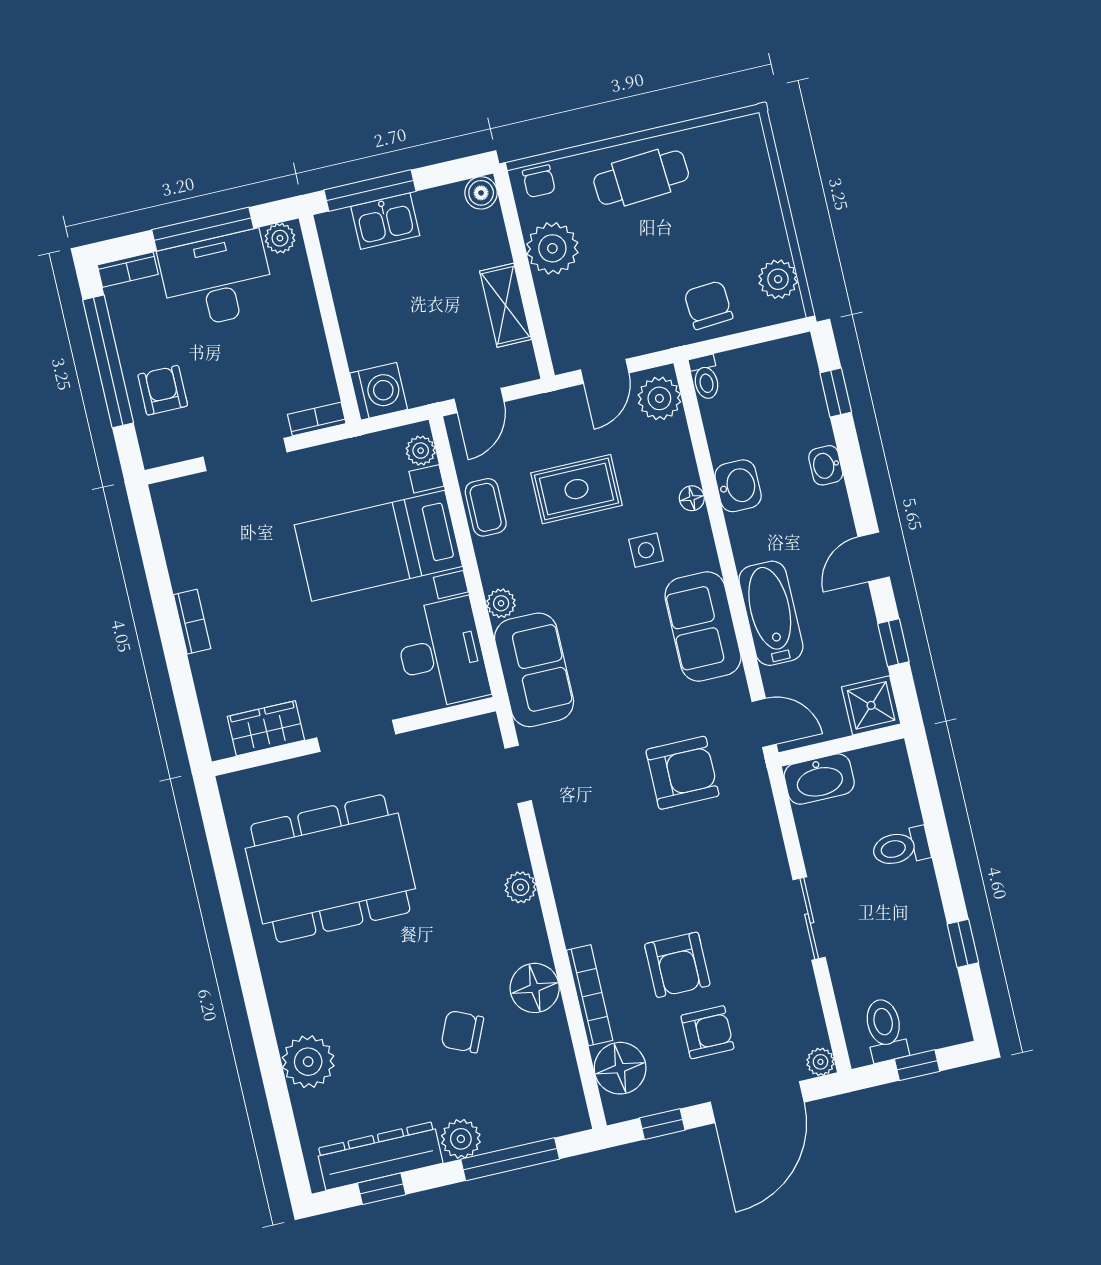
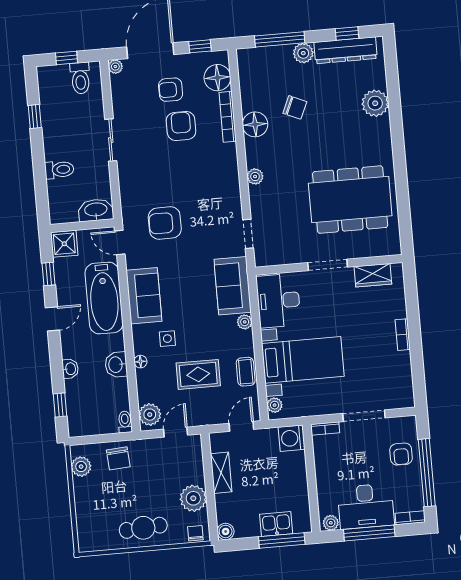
bathtub: (771, 613) -> (104, 298), width x1.36, depth x1.36

